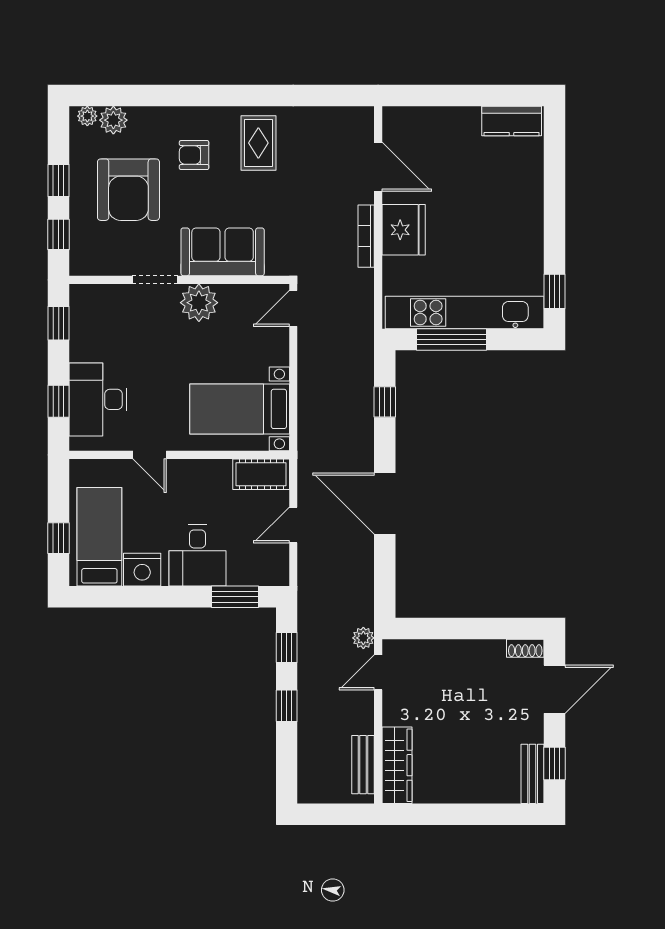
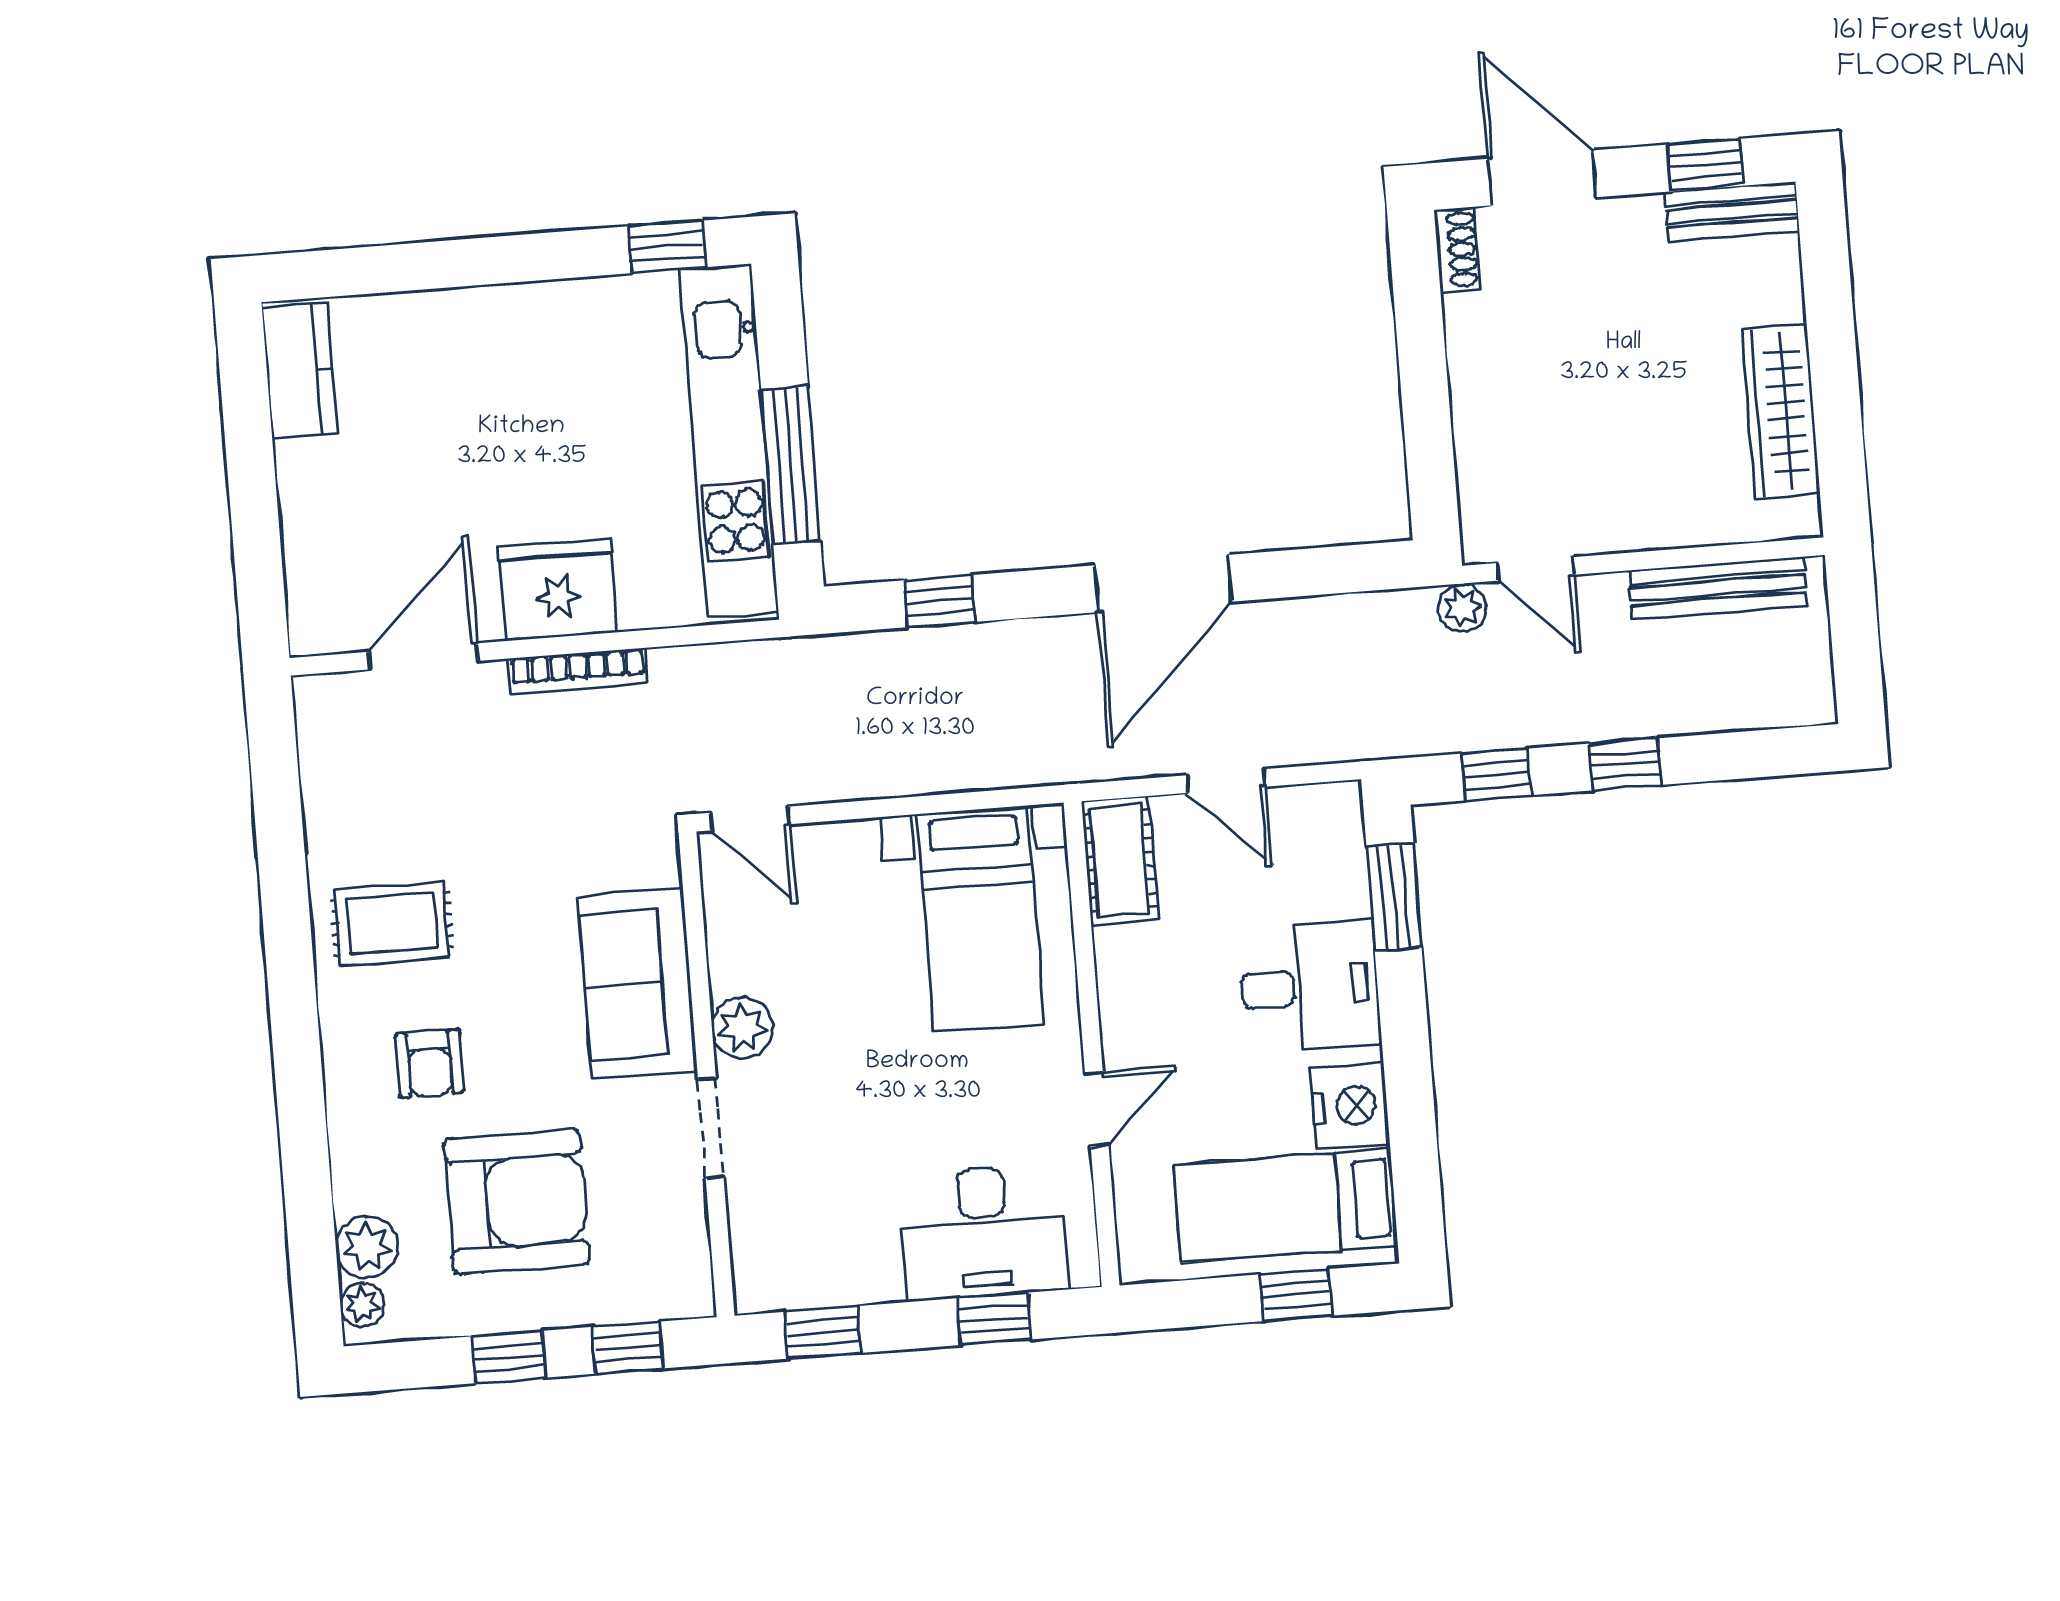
plant: (199, 303) -> (742, 1028), width x0.73, depth x0.73
bench: (363, 765) -> (1718, 588), width x1.36
wardrobe: (397, 765) -> (1781, 411), moved, turned -90

